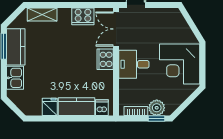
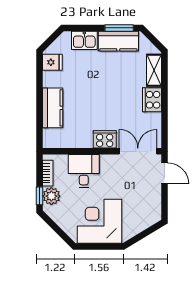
cooker: (83, 16) -> (152, 100), moved
desk: (134, 64) -> (84, 171), moved
fridge: (50, 107) -> (52, 62), moved
dishwasher: (102, 108) -> (51, 136), removed

